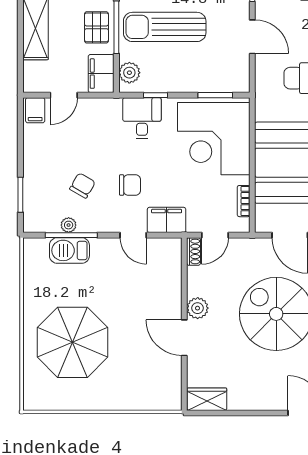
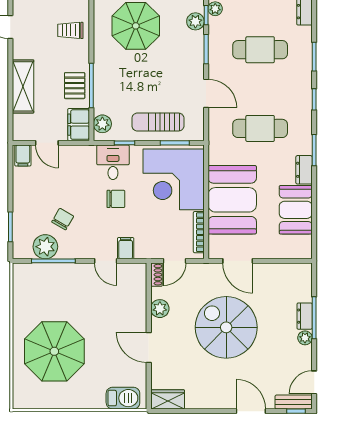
sun lounger: (165, 27) -> (158, 122), moved, width x0.73, depth x0.75
door: (64, 95) -> (47, 143), hinge flipped
chair: (130, 185) -> (116, 199), moved
bookcase: (244, 201) -> (199, 232), width x1.56
filing cabinet: (167, 220) -> (126, 248), width x0.50
plant: (69, 225) -> (45, 247), width x1.88, depth x1.88
barbecue: (69, 250) -> (123, 398), moved, turned 180
plant: (198, 308) -> (160, 309), moved

